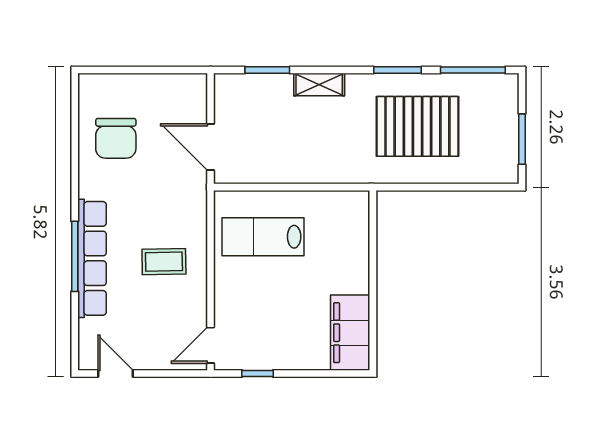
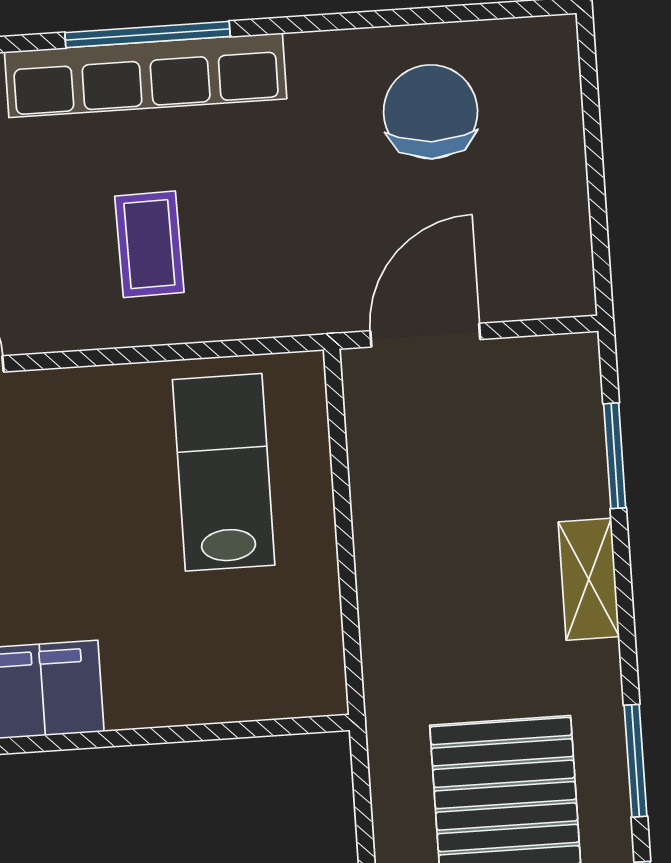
chair: (116, 138) -> (431, 112), turned 92

